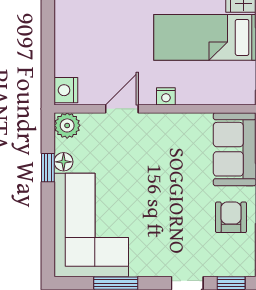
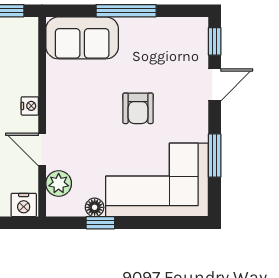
plant: (67, 125) -> (59, 183), moved
armchair: (231, 217) -> (138, 108), moved, turned -90

